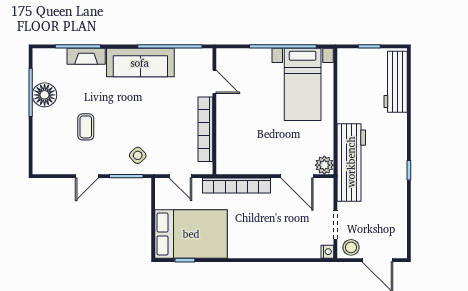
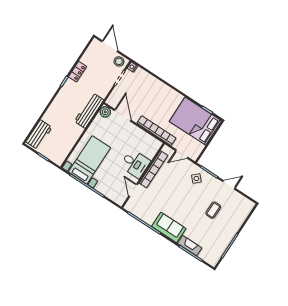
sofa: (140, 63) -> (169, 228), width x0.73
workbench: (396, 82) -> (39, 135), width x0.73
floor lamp: (45, 95) -> (223, 240), removed
desk: (236, 121) -> (135, 164), added
workbench: (351, 162) -> (89, 111), width x0.73, depth x0.76
door: (180, 176) -> (182, 154), swing flipped
locker: (399, 196) -> (77, 72), added

